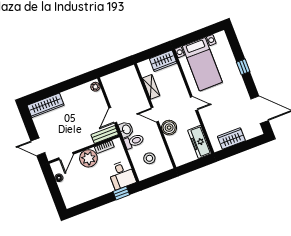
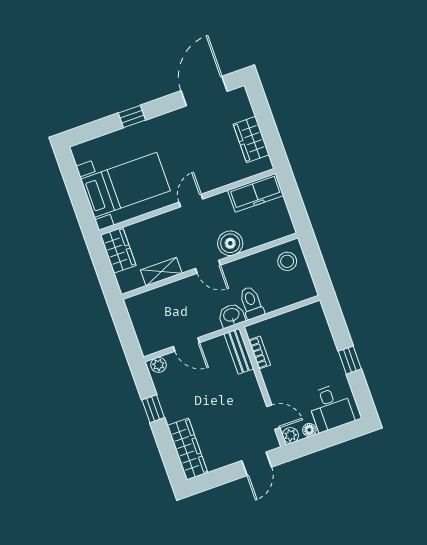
window: (69, 84) -> (153, 409), added
door: (113, 115) -> (186, 344), moved
door: (155, 115) -> (208, 267), hinge flipped
plant: (88, 158) -> (290, 435), moved, width x0.53, depth x0.53
stool: (149, 158) -> (287, 261), moved
desk: (122, 175) -> (330, 408), moved, turned 90
window: (121, 193) -> (350, 360), moved

